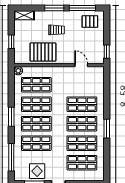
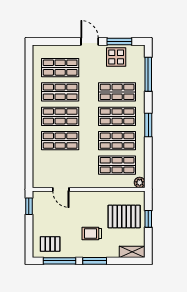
pallet: (43, 52) -> (124, 217), moved
window: (107, 129) -> (29, 110), removed

